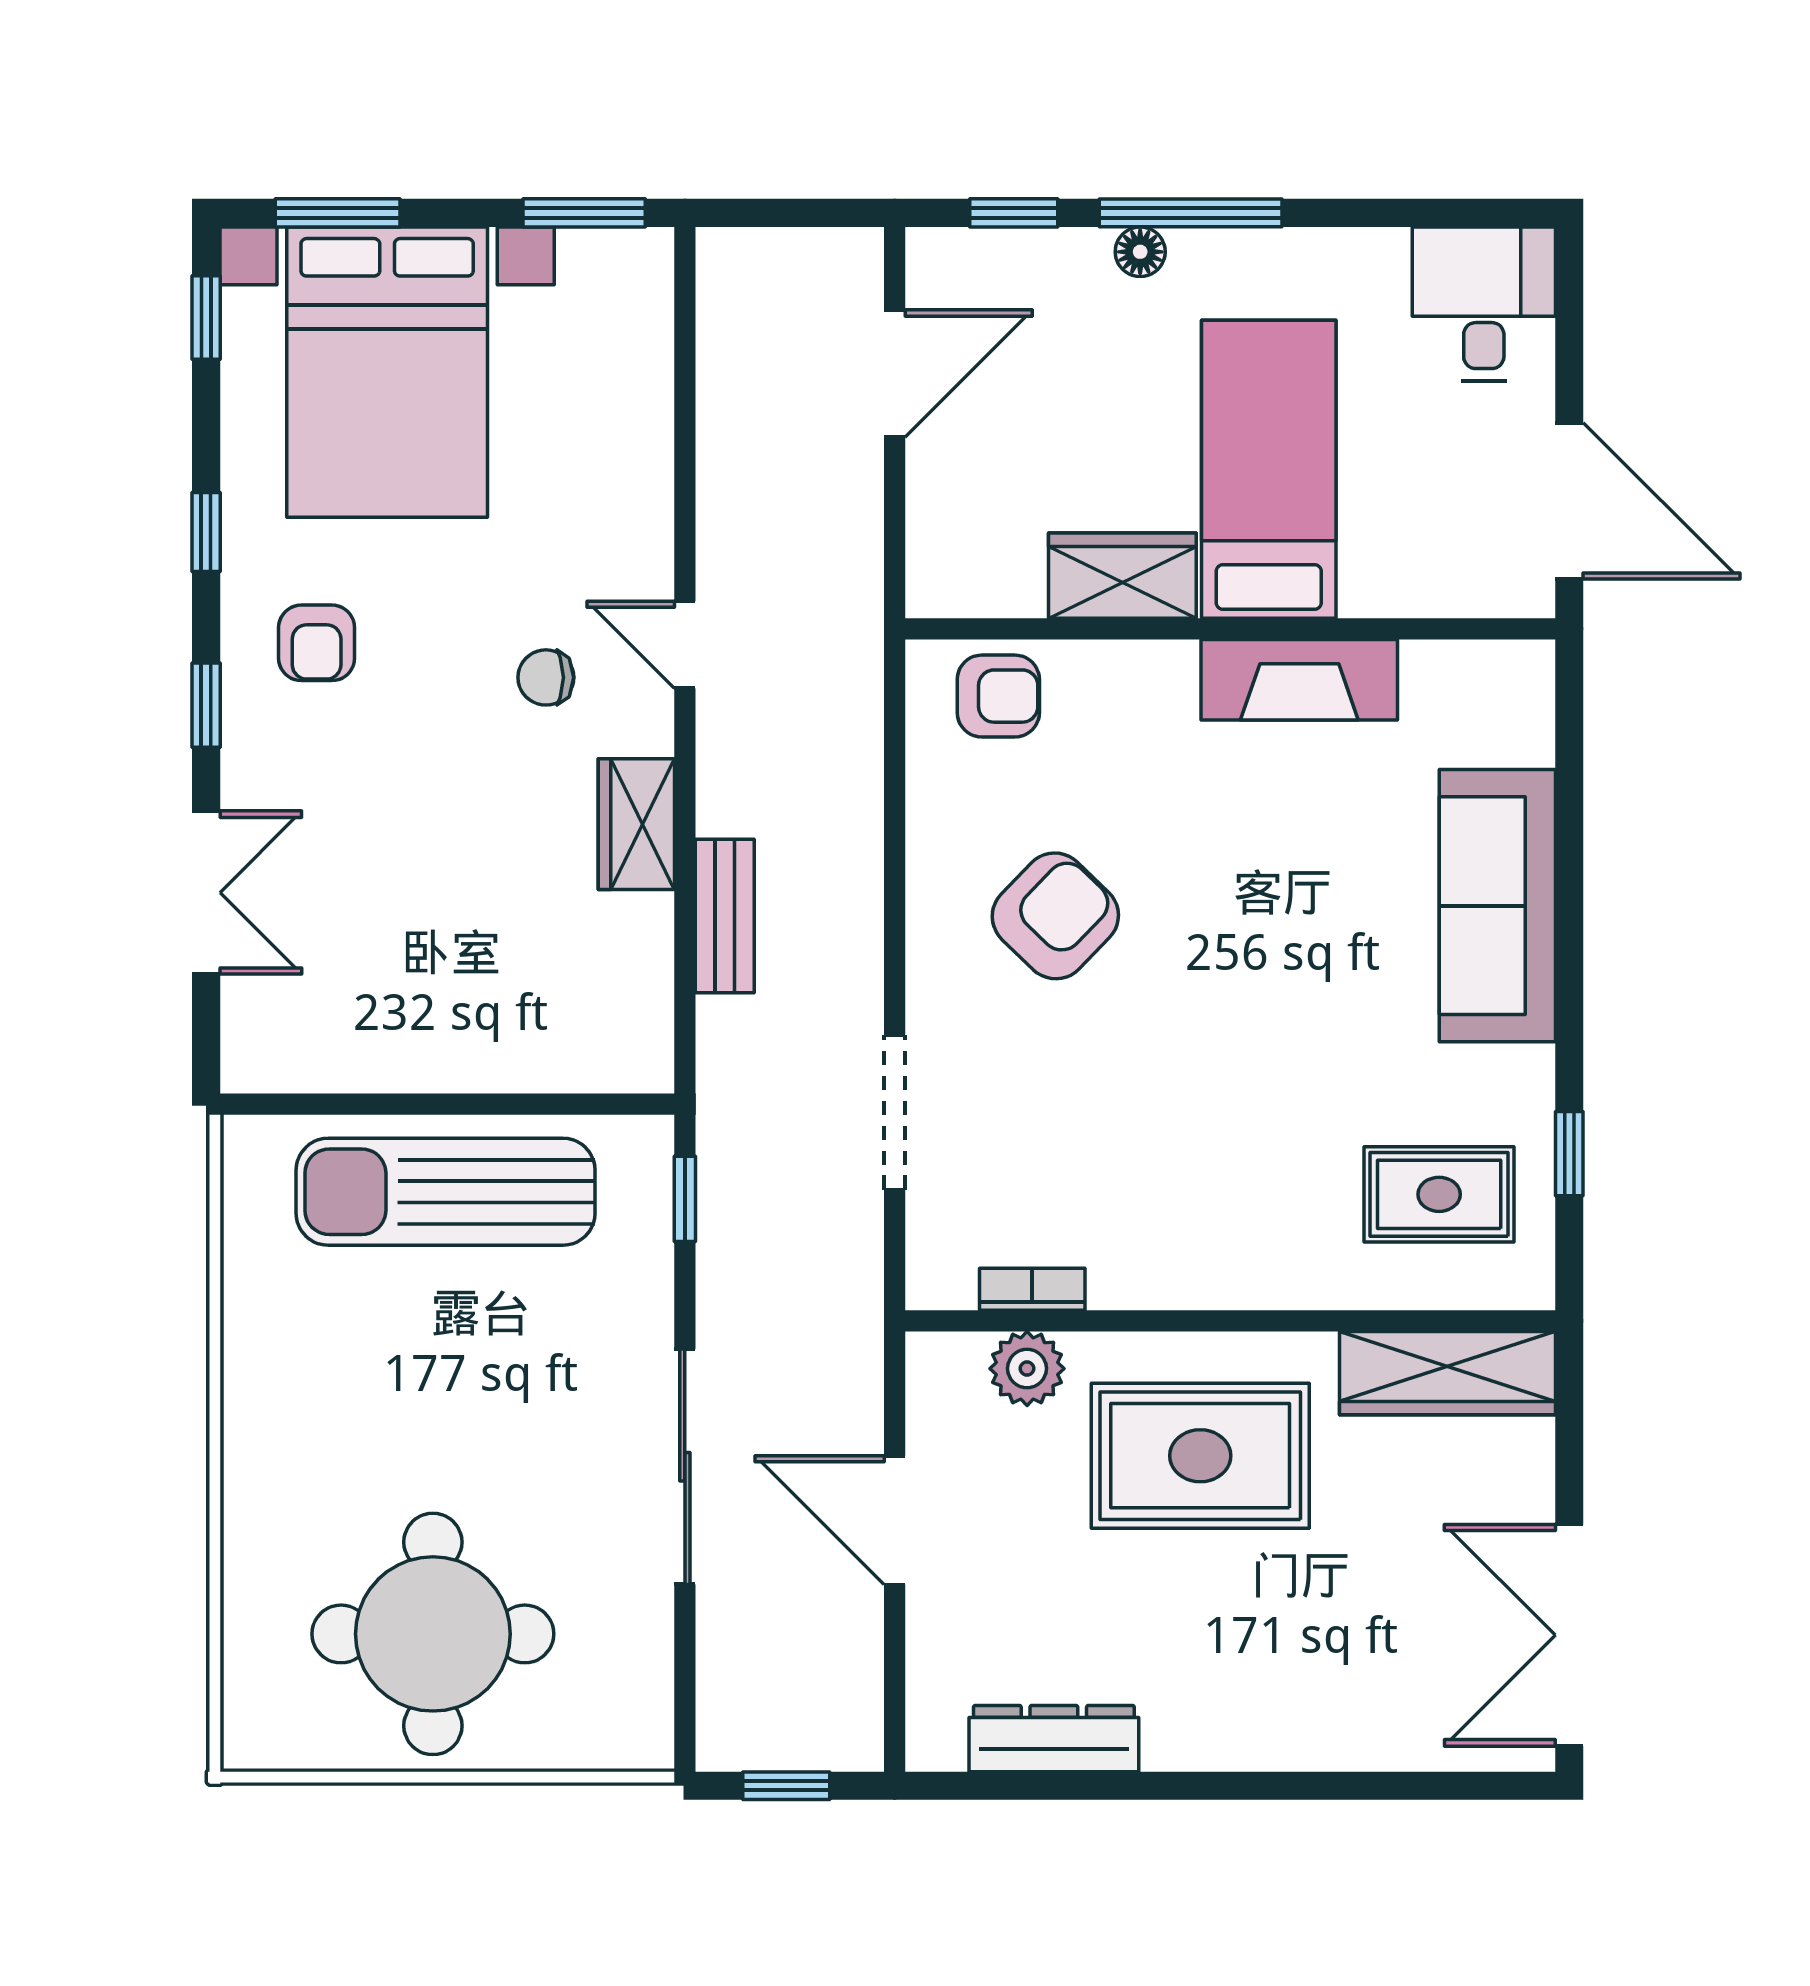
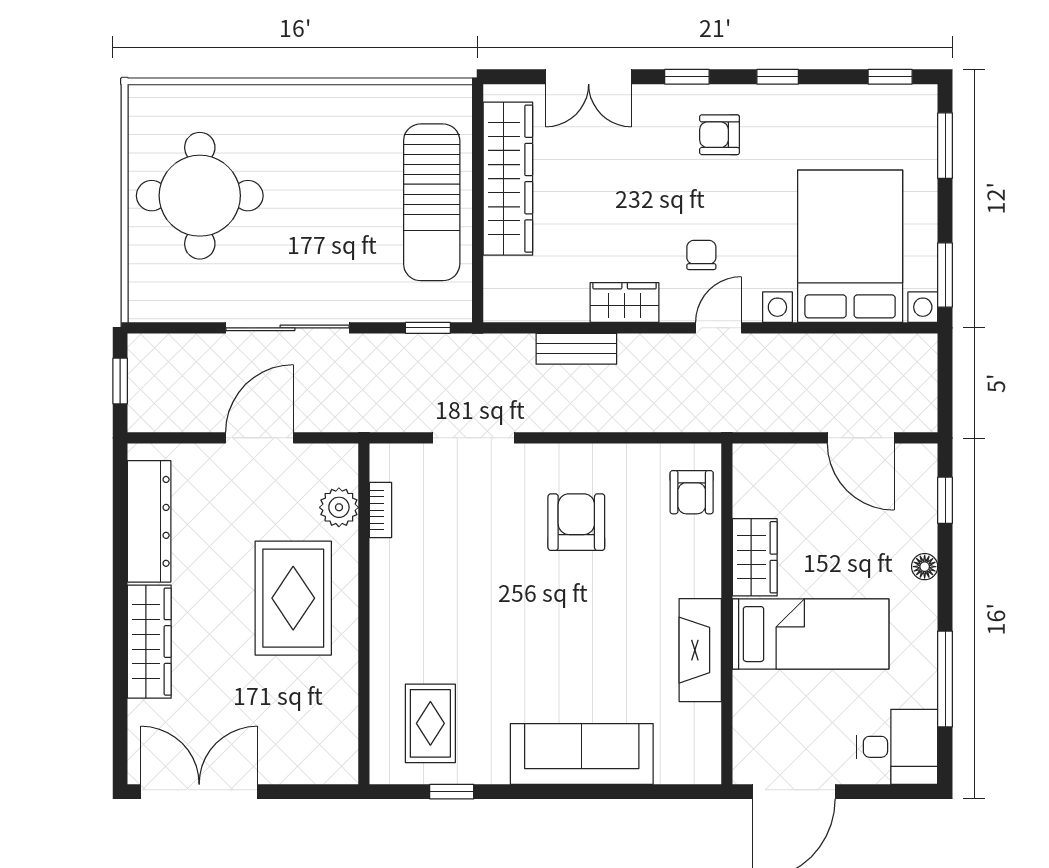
window: (1191, 213) -> (945, 679), moved
bed with nightstands: (387, 372) -> (850, 246), moved, turned 90
armchair: (1055, 916) -> (576, 522), turned -134
wardrobe: (400, 1046) -> (508, 179), added
sun lounger: (446, 1192) -> (432, 202), turned 180
wardrobe: (1447, 1373) -> (149, 642), moved, turned 180
dresser: (1054, 1739) -> (149, 521), width x1.37, depth x1.24

